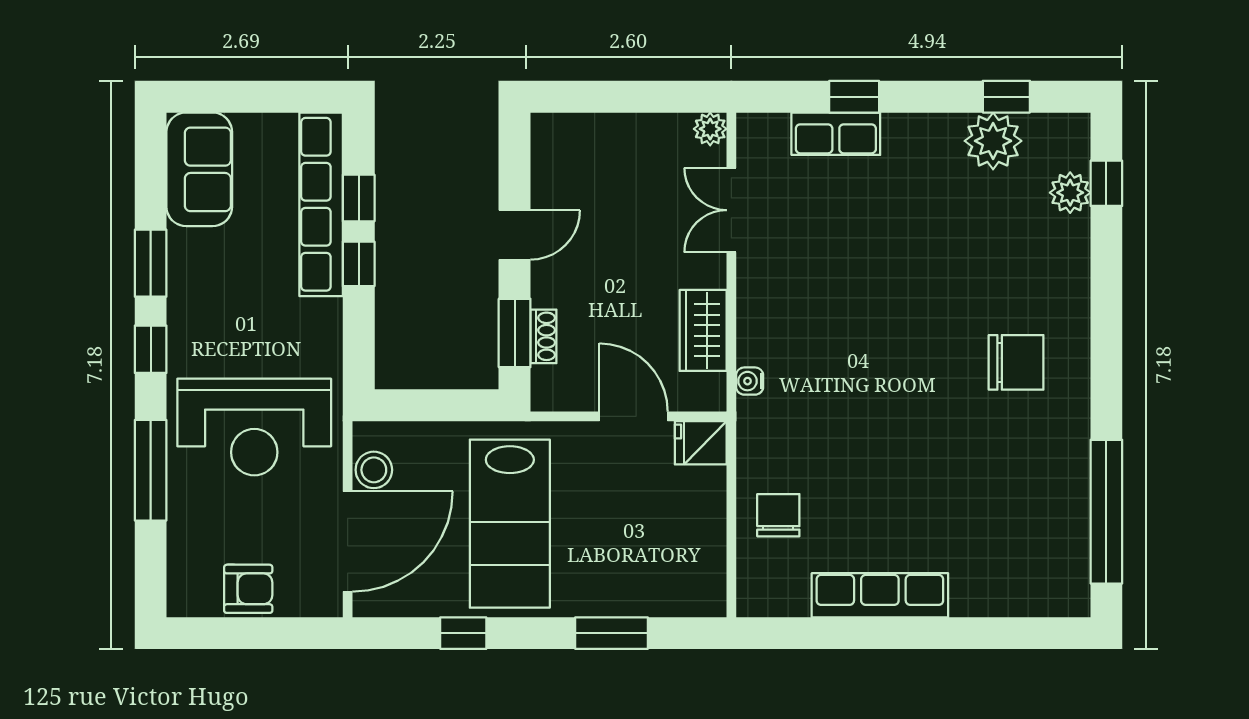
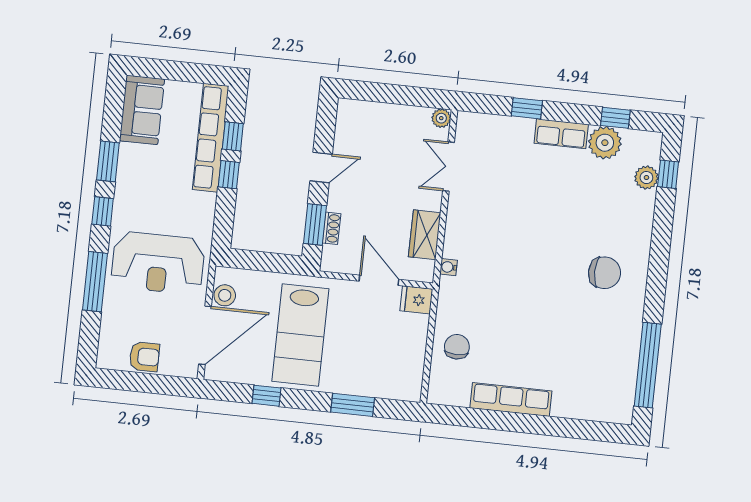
row of seats: (836, 134) -> (561, 134), moved

